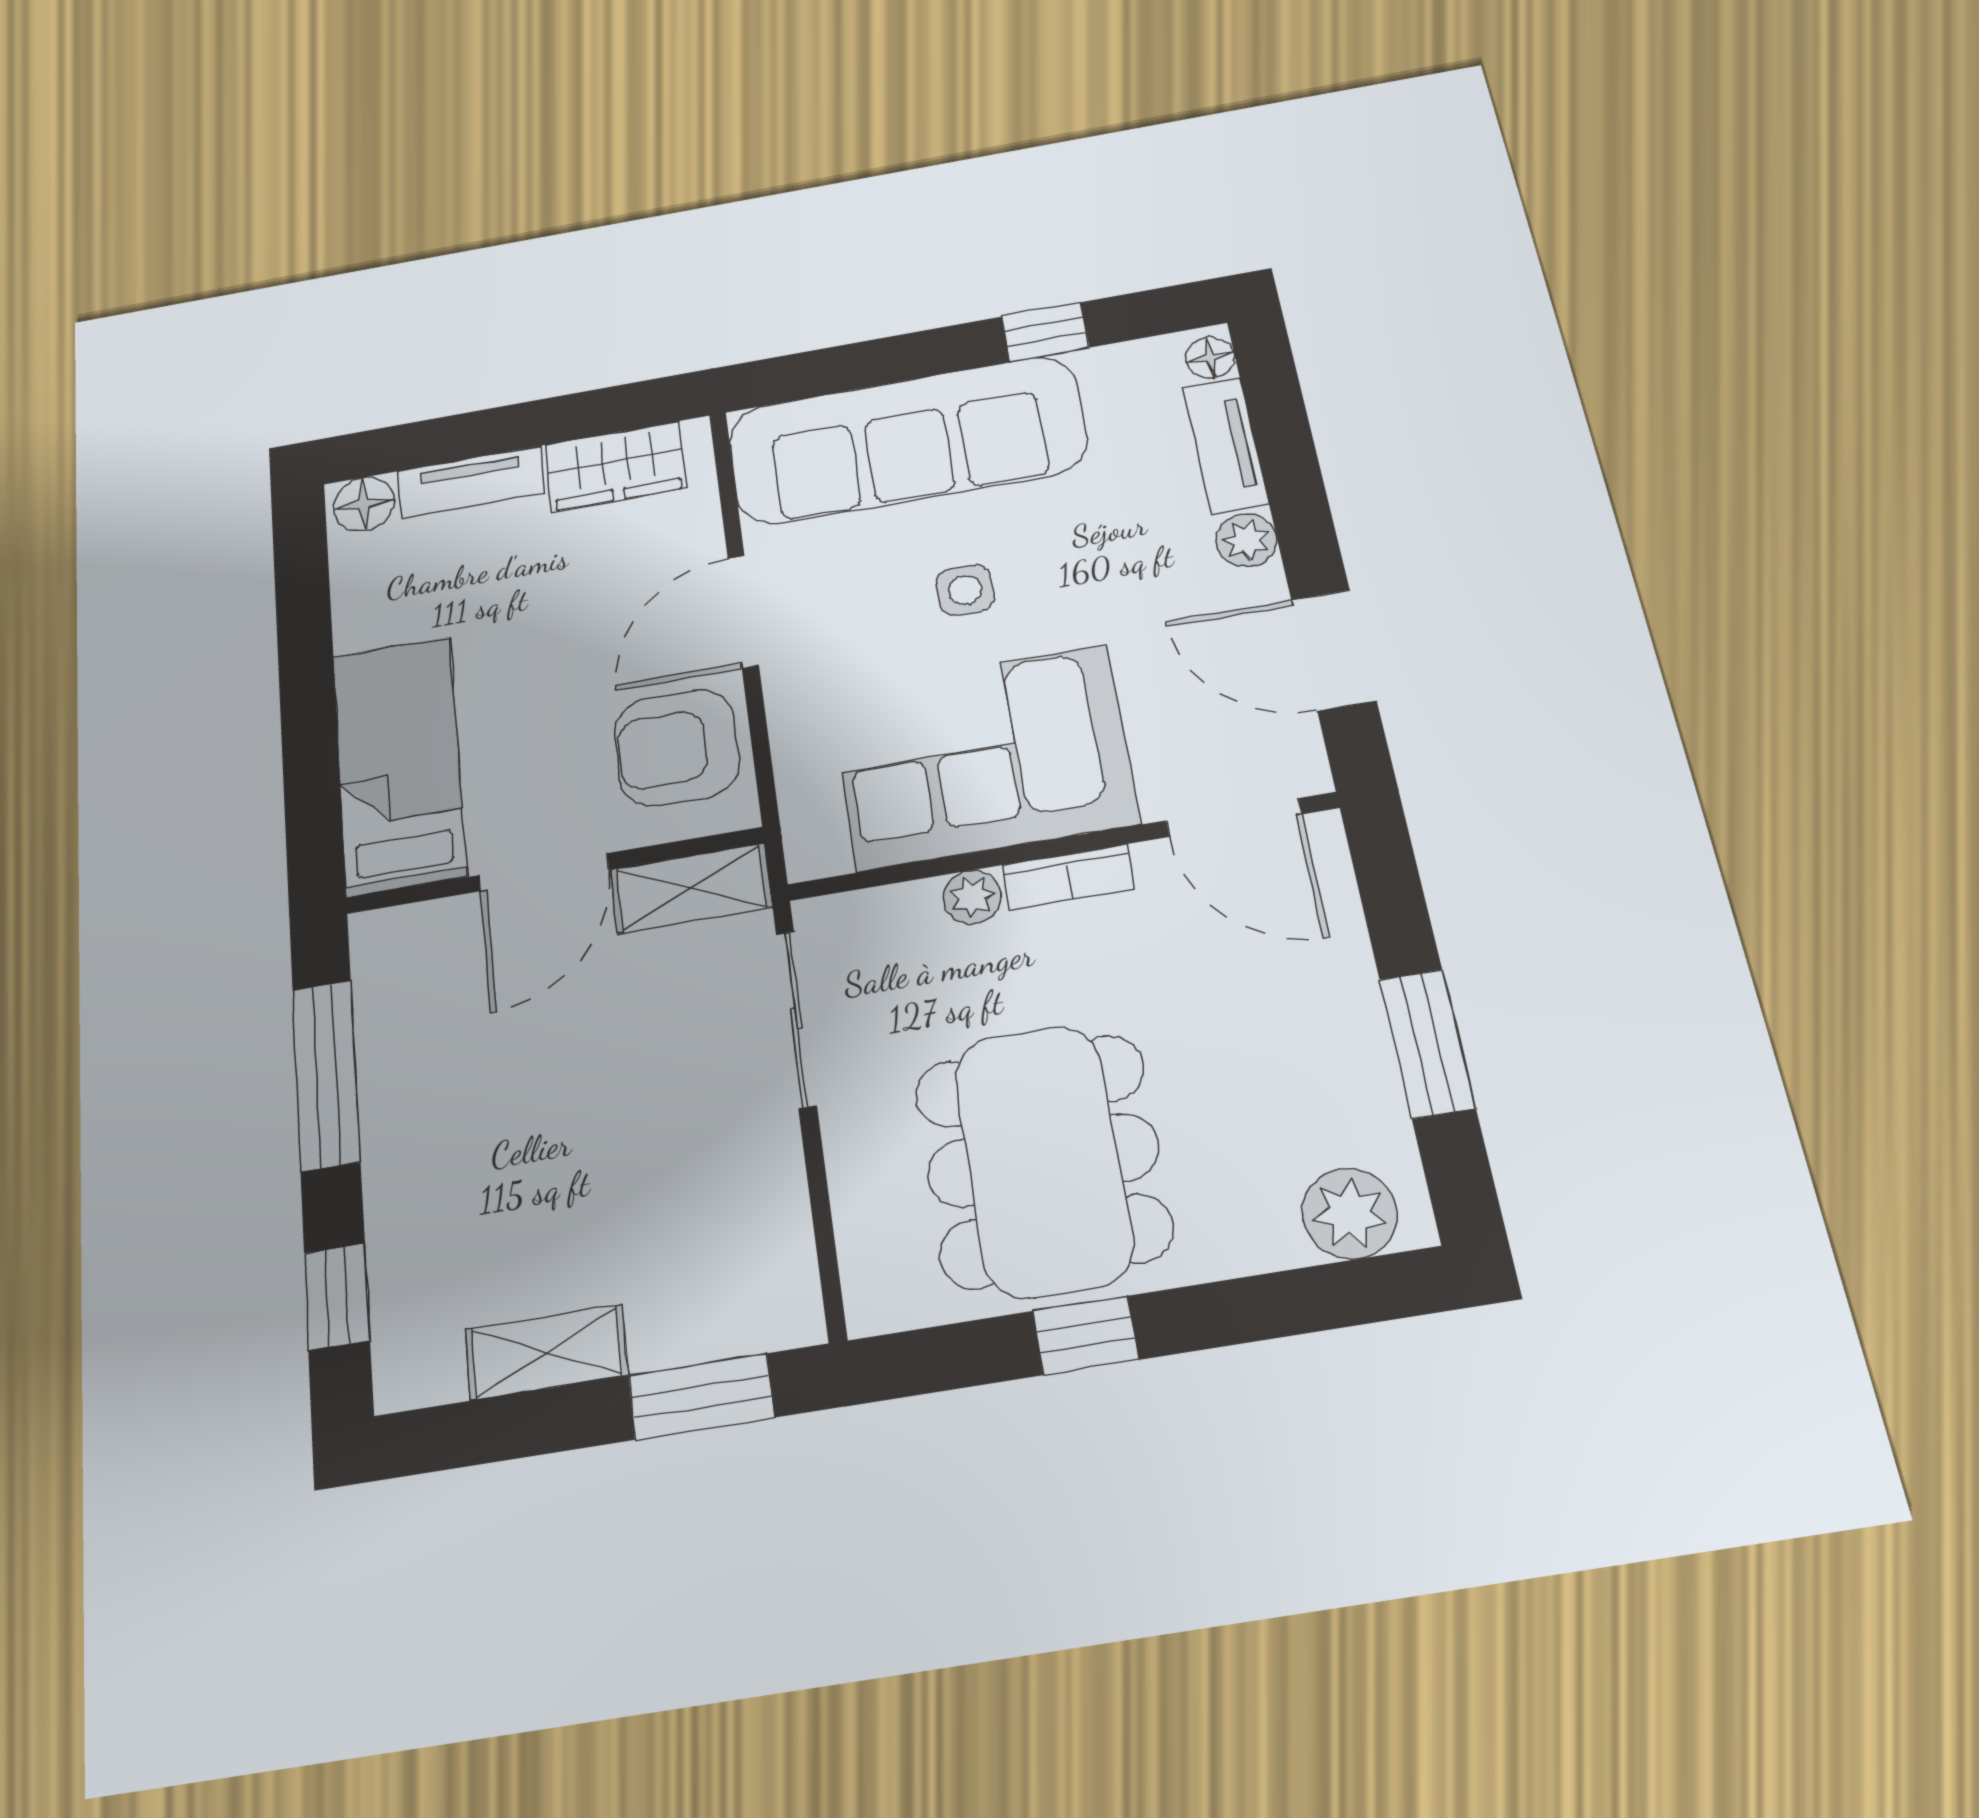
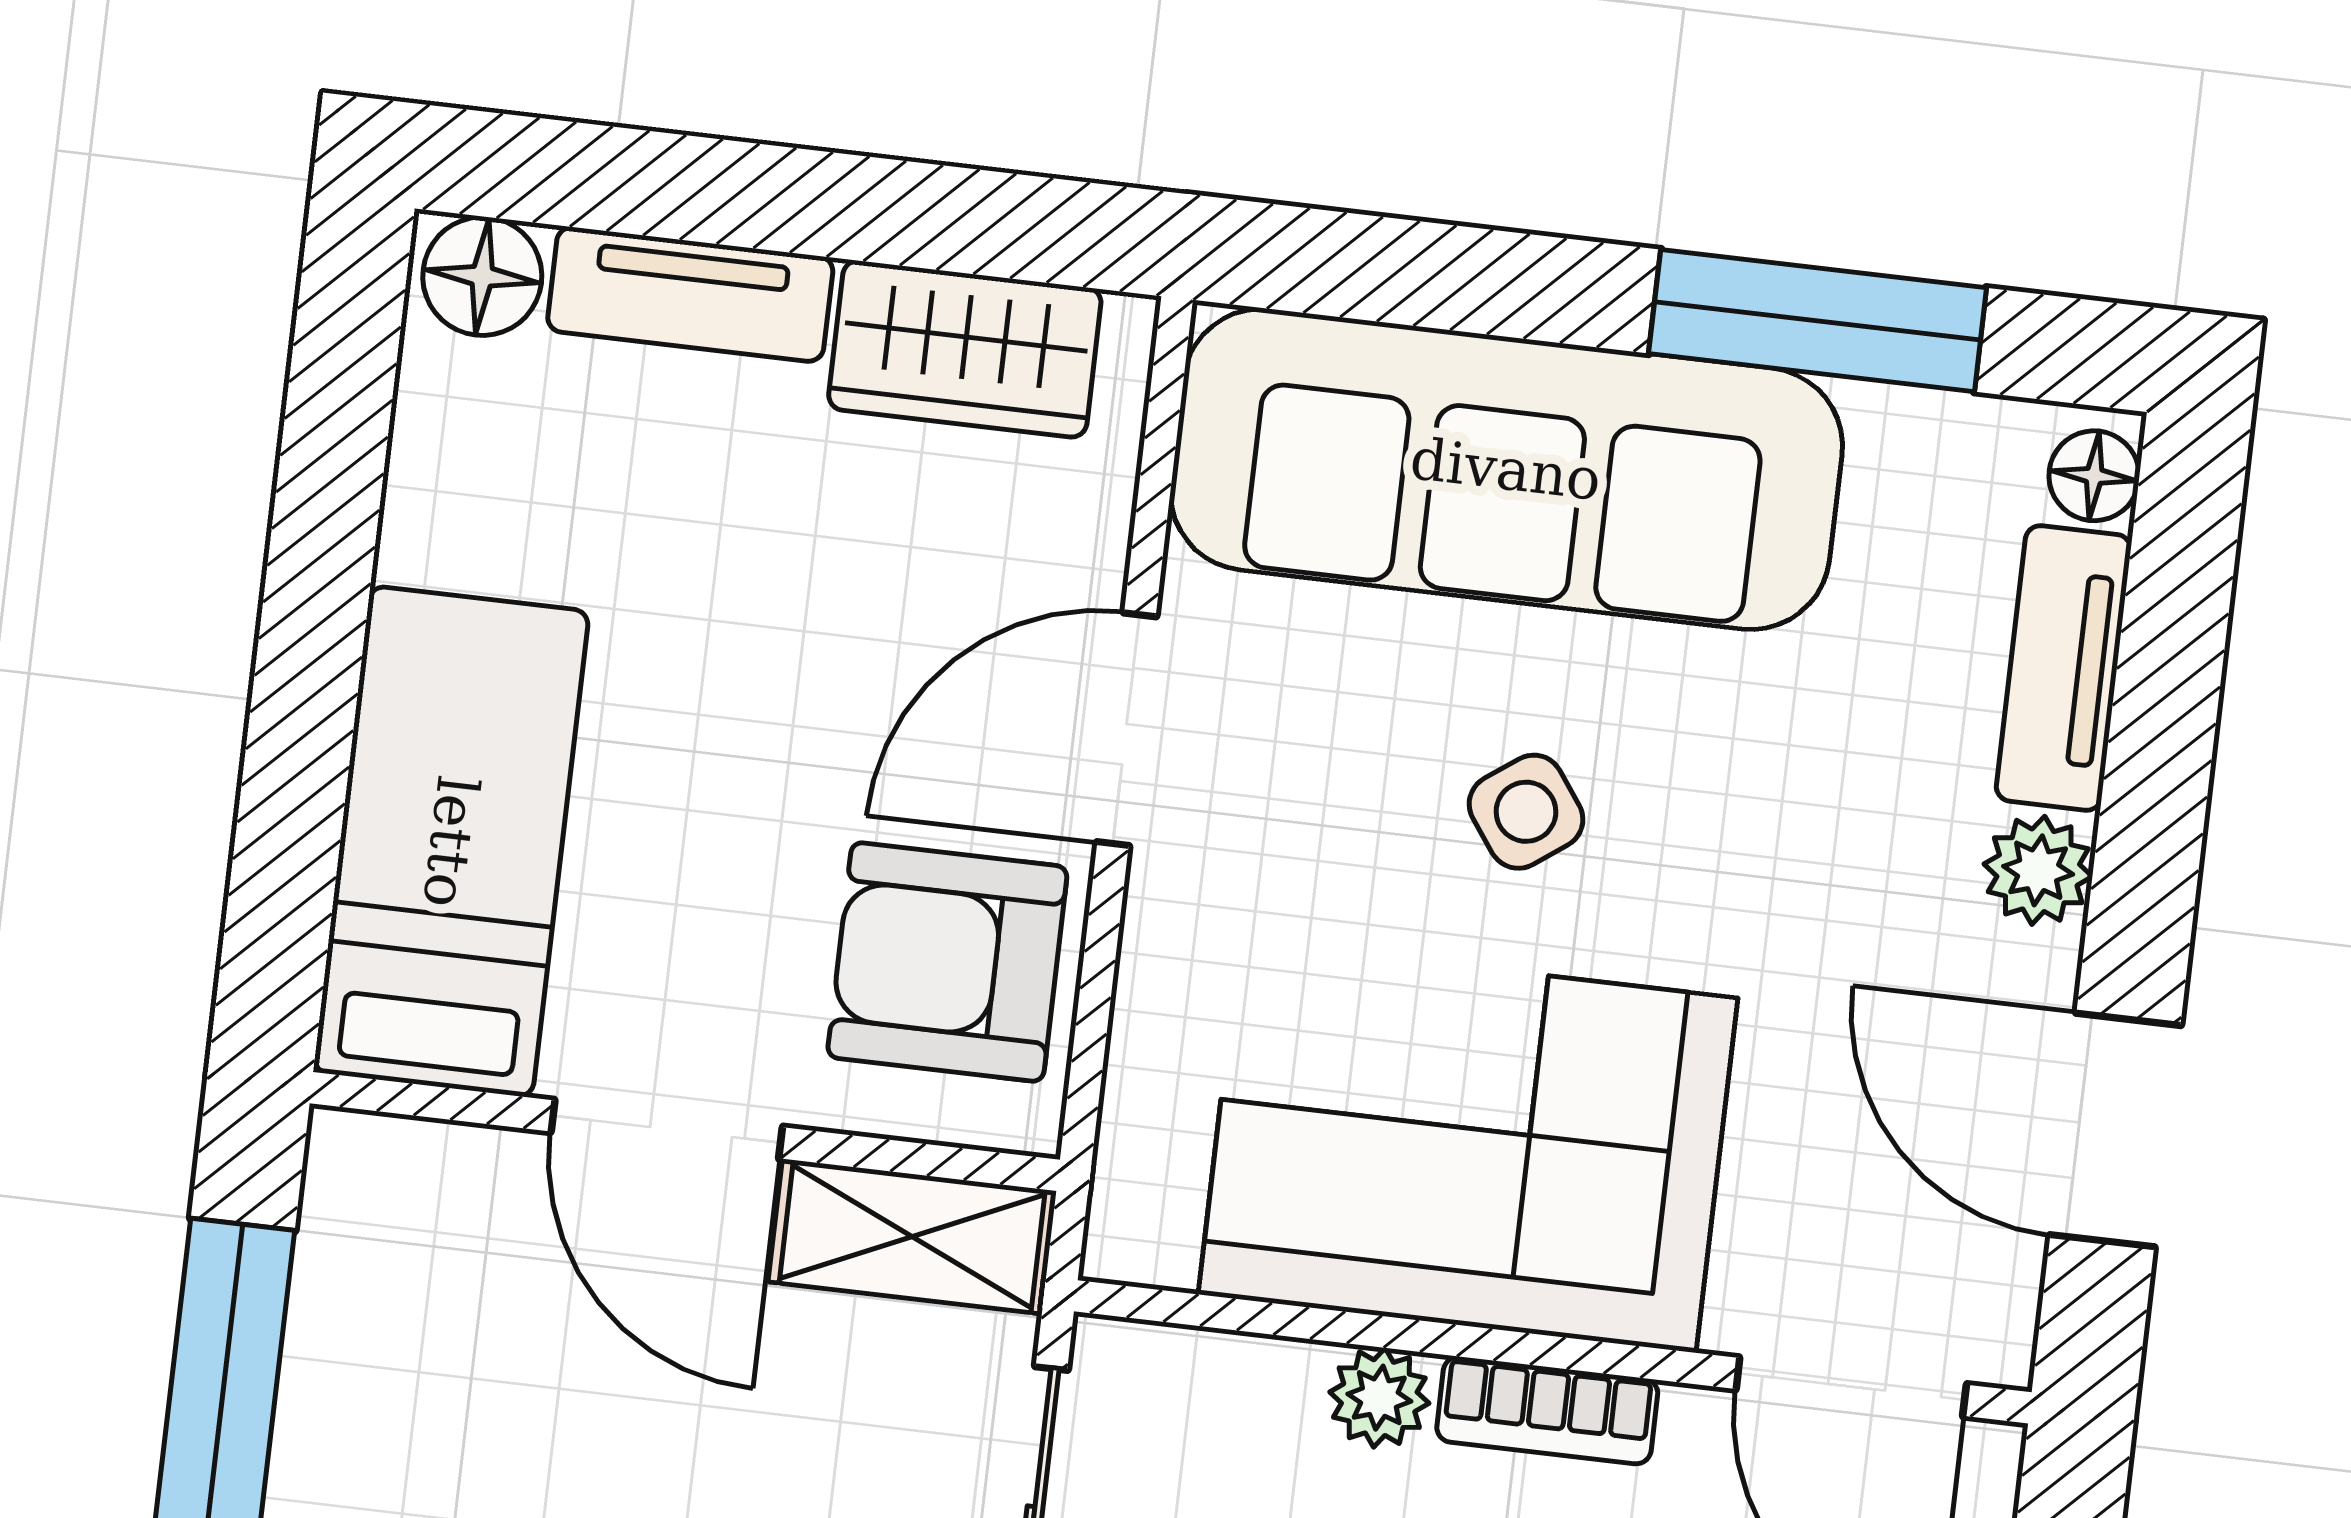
window: (1045, 332) -> (1818, 321), width x2.17
side table: (965, 590) -> (1526, 812), turned -36
door: (544, 872) -> (667, 1129), hinge flipped

